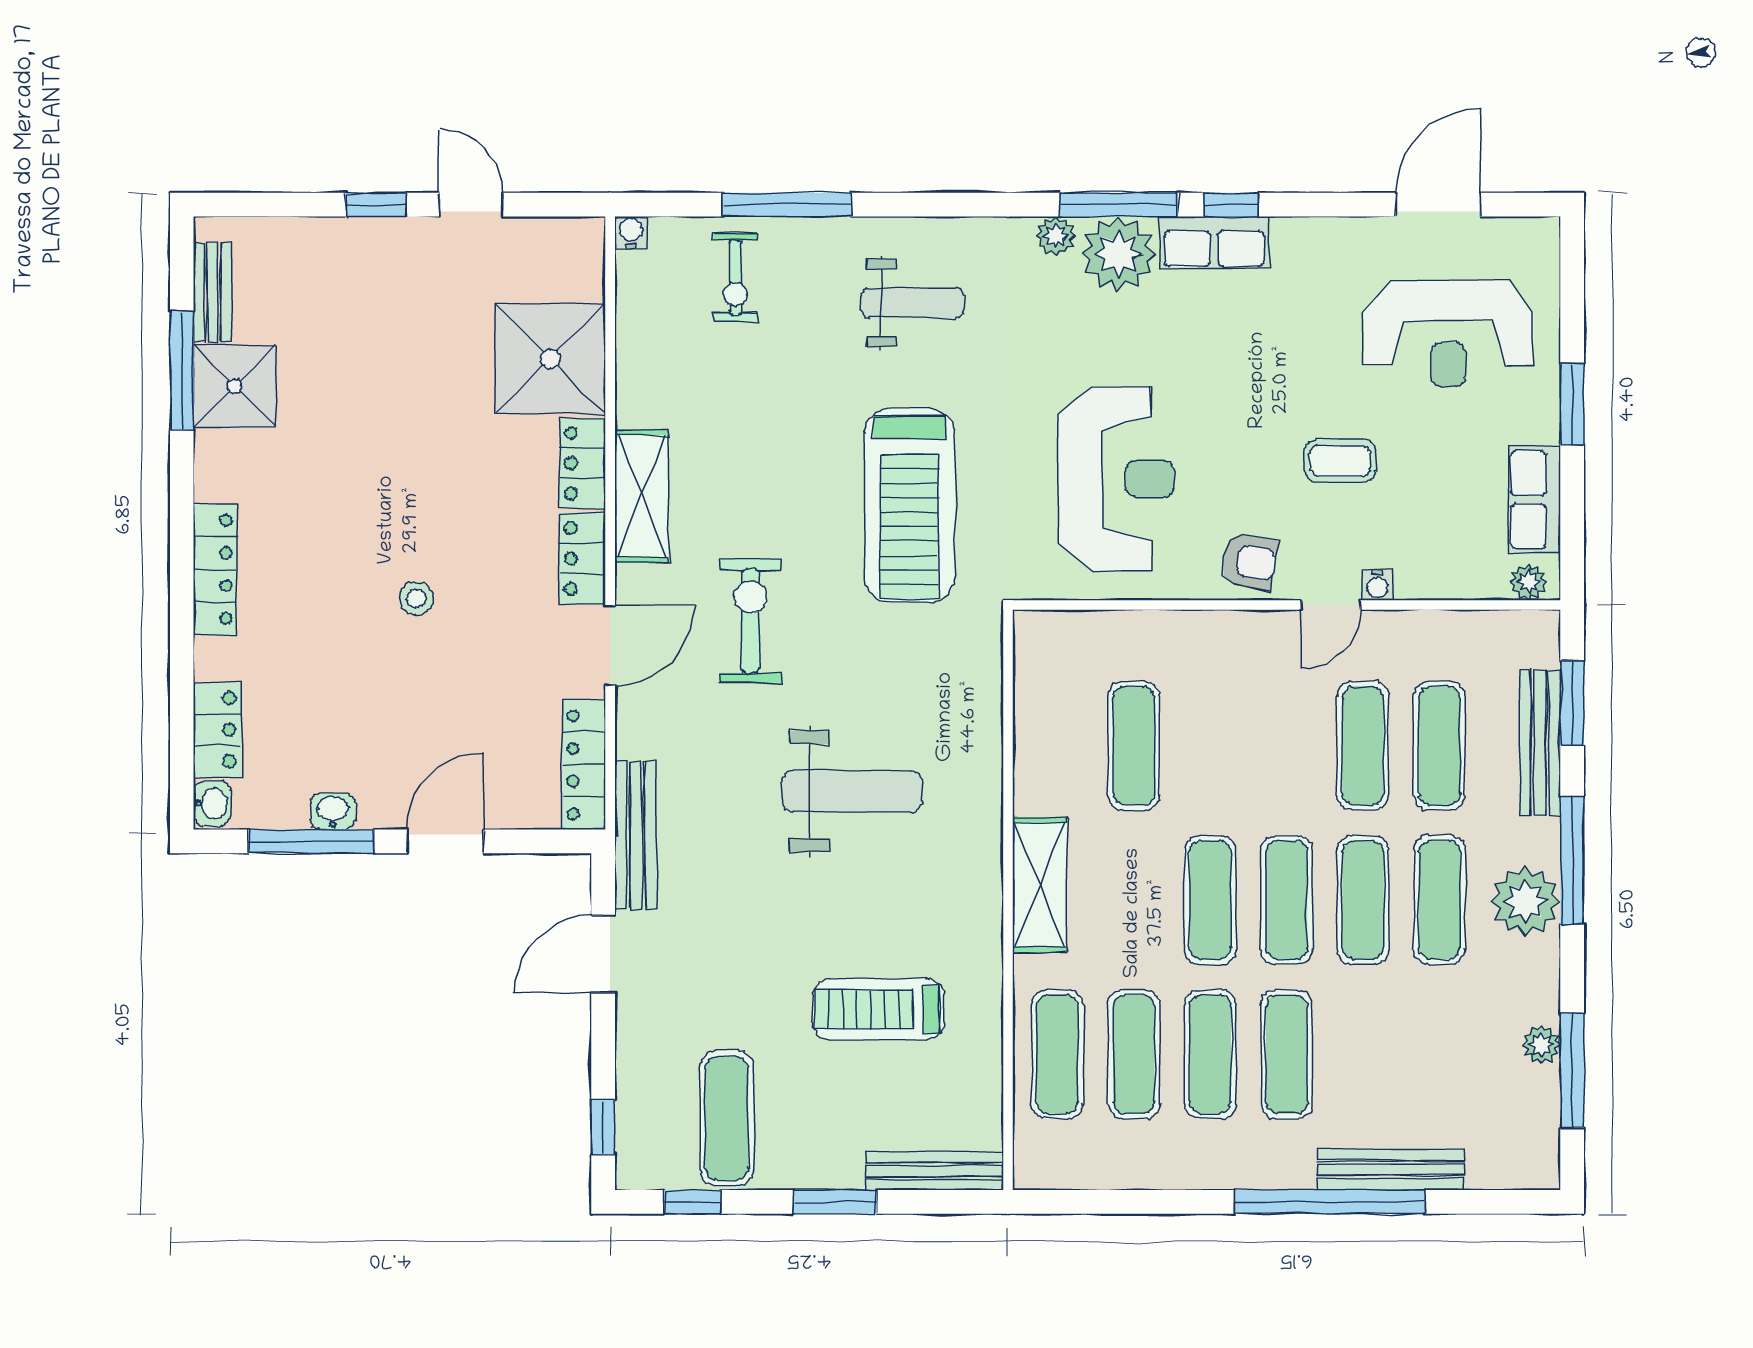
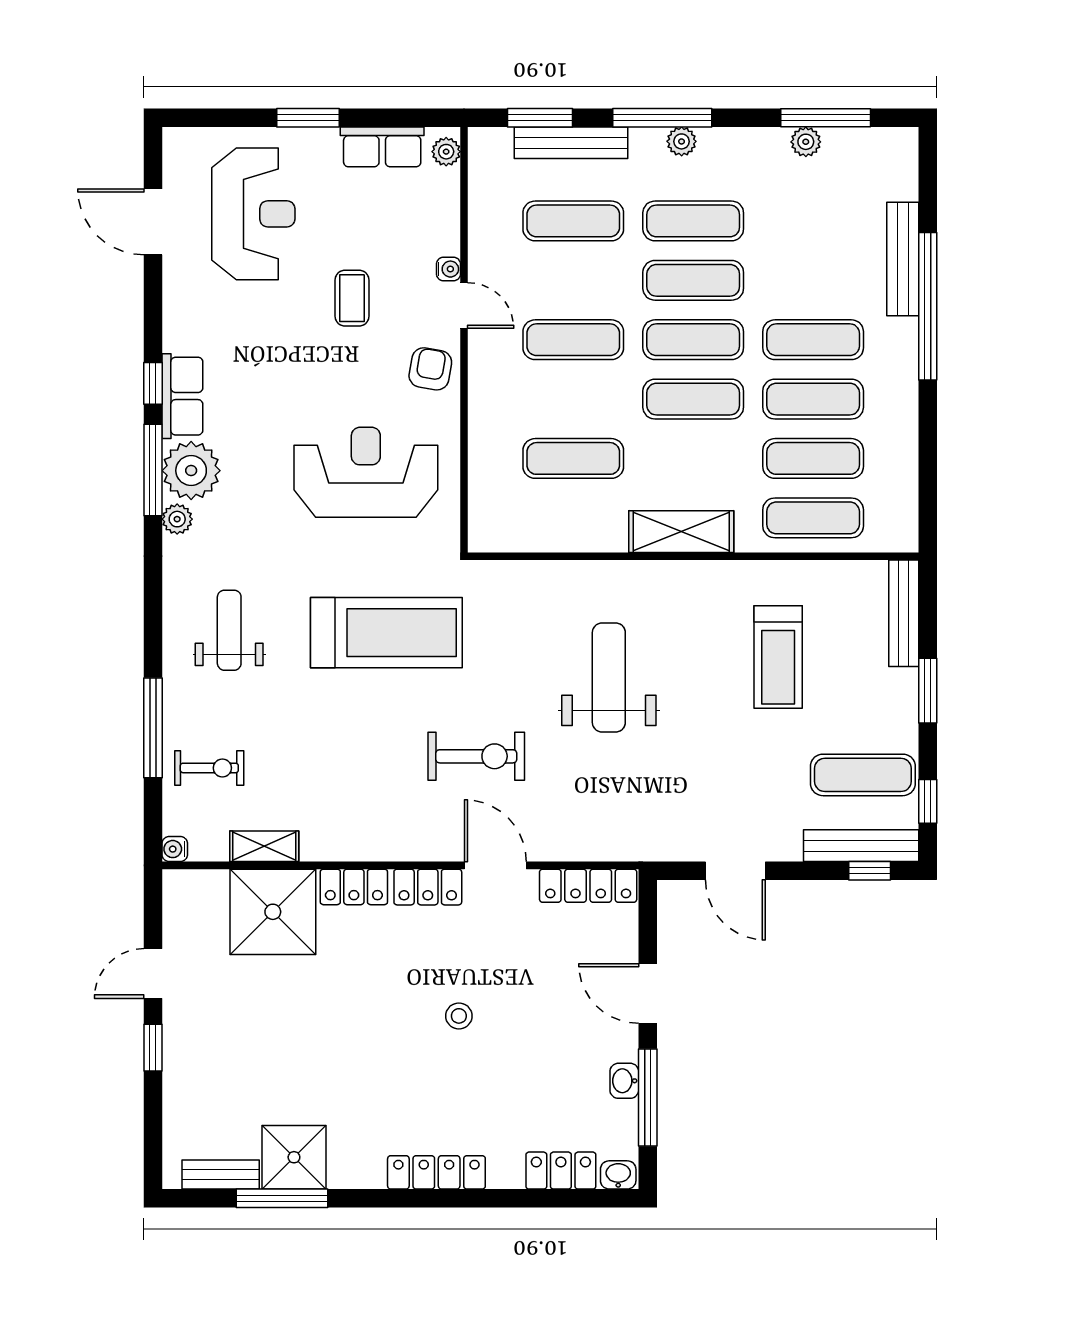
shelving: (641, 496) -> (264, 846), moved, width x0.67, depth x0.75
exercise bike: (751, 621) -> (476, 756), turned 180
exercise mat: (1363, 746) -> (573, 340), moved
bench: (636, 835) -> (861, 846), moved
plant: (1525, 901) -> (682, 141), width x0.53, depth x0.53

